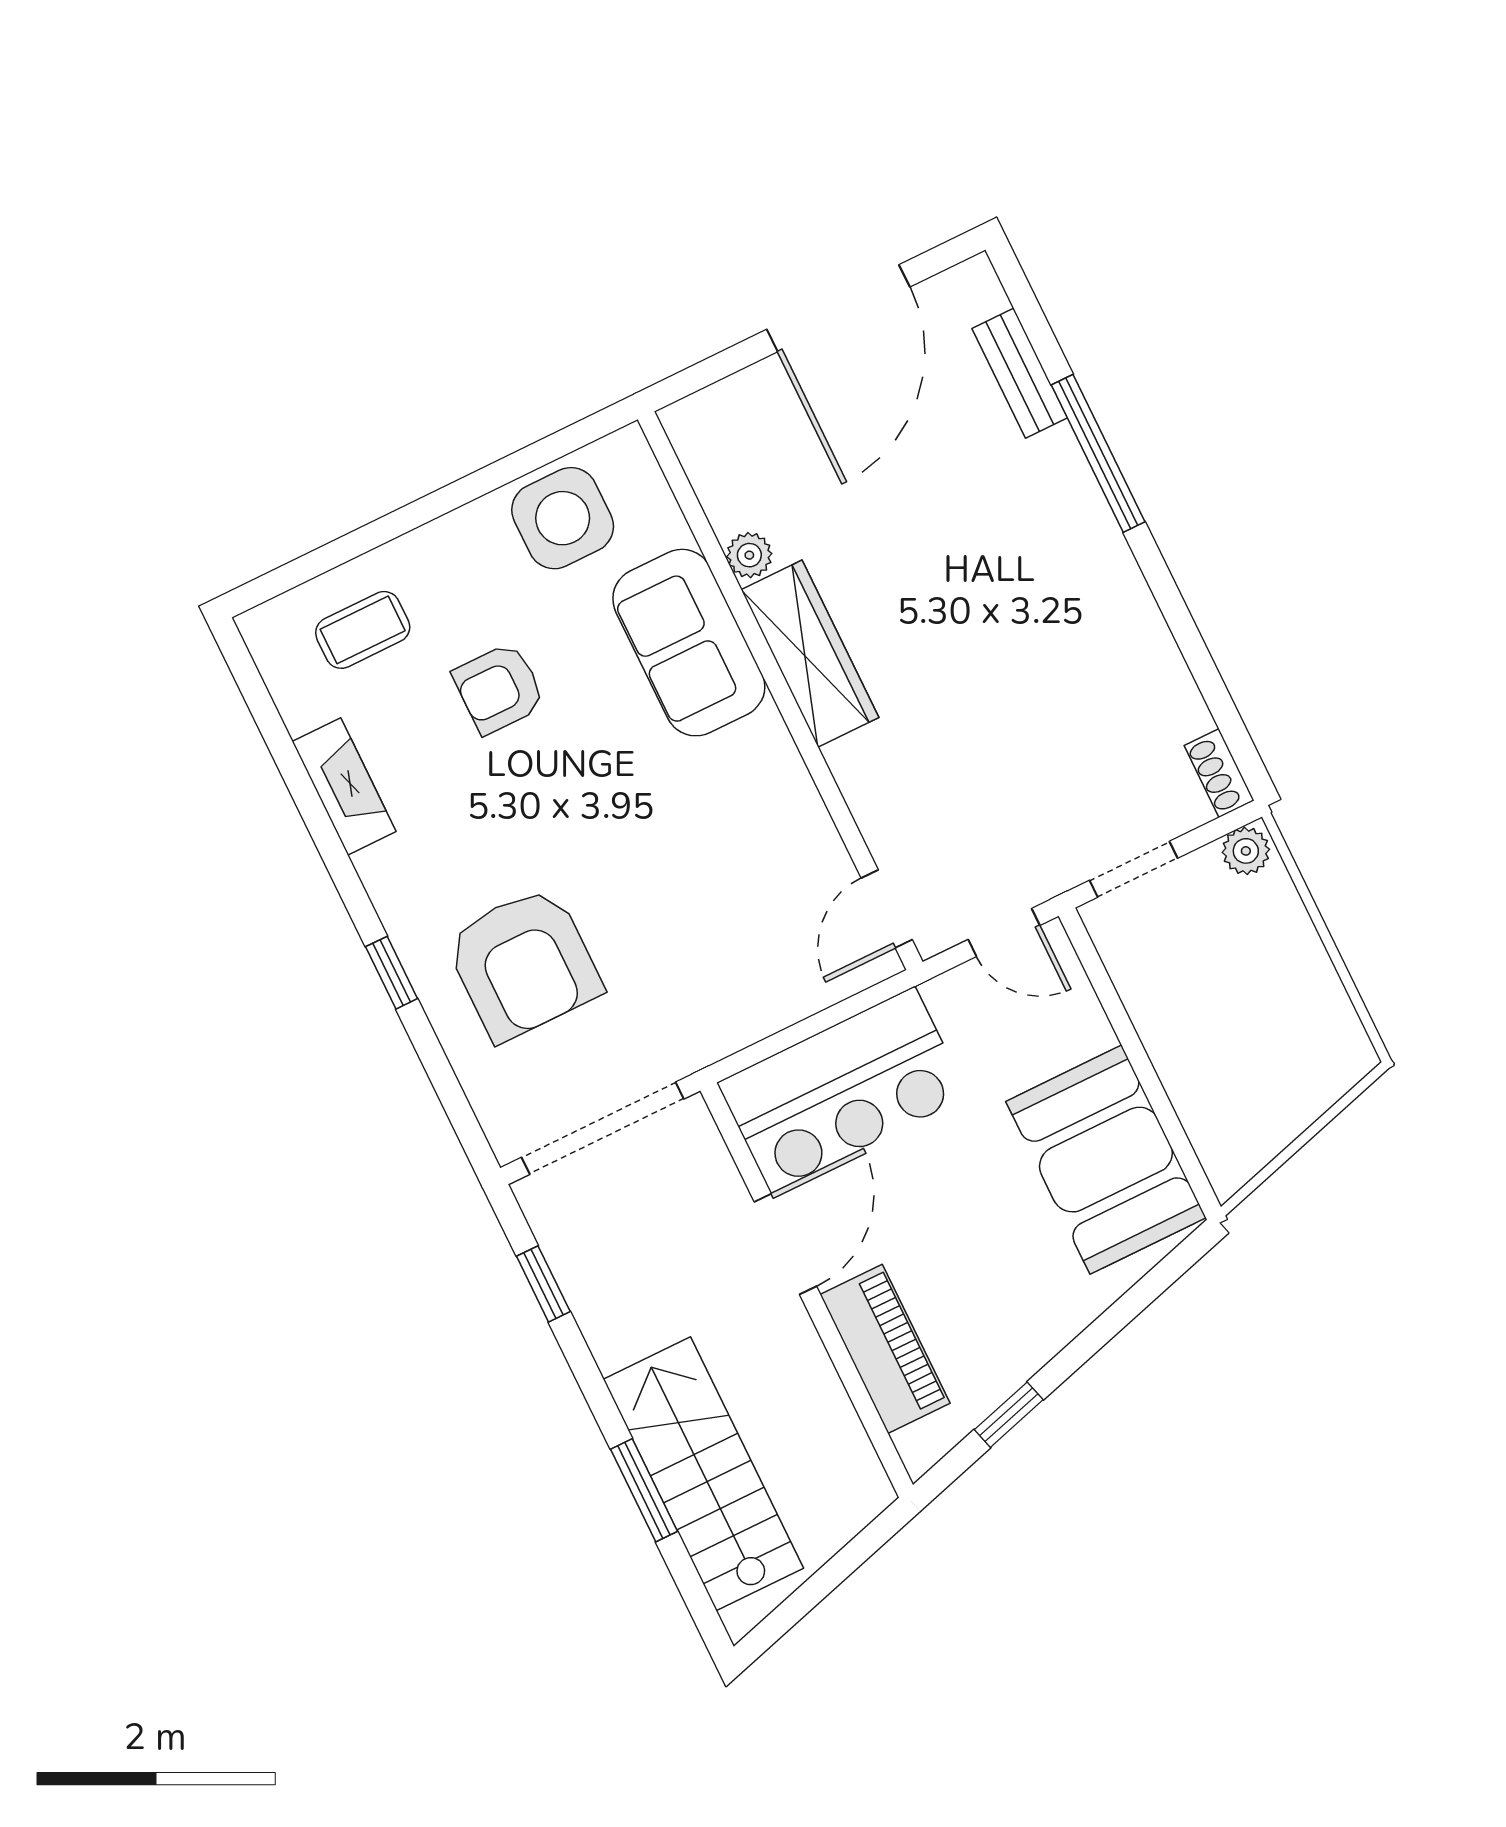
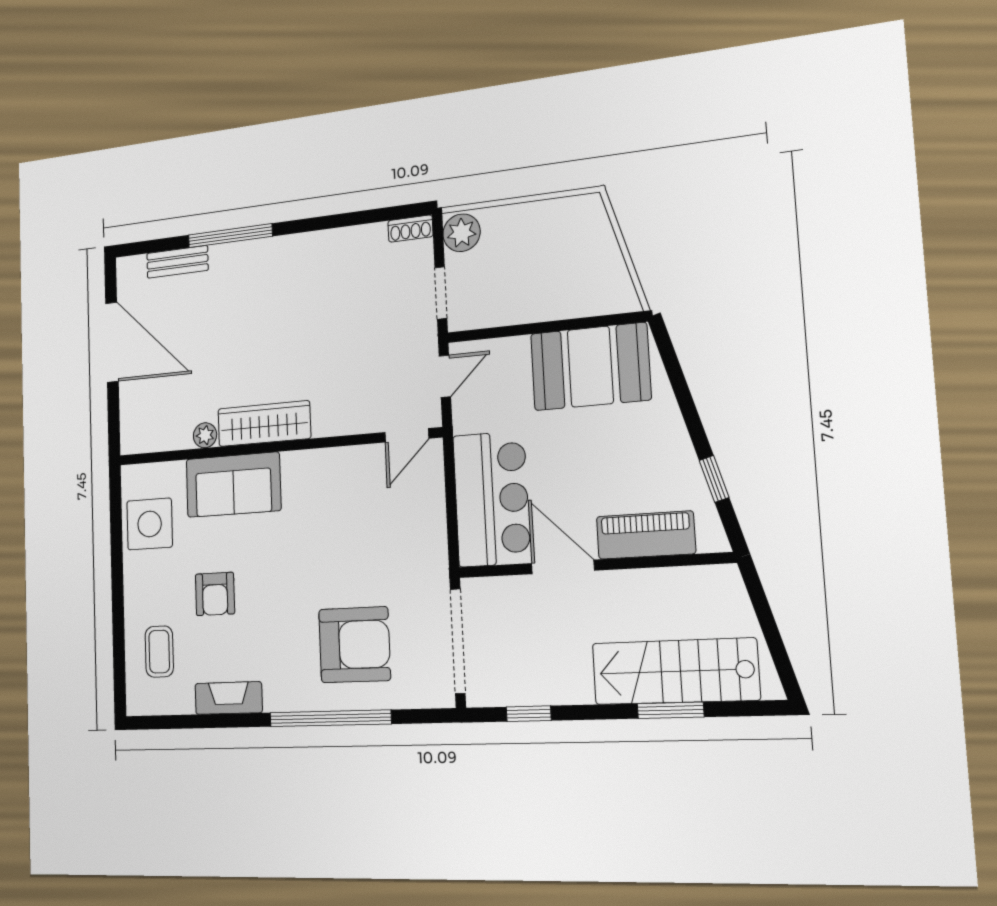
plant: (1246, 851) -> (462, 233), width x1.38, depth x1.38
door: (887, 909) -> (407, 435), hinge flipped
window: (392, 973) -> (330, 718), width x3.17

